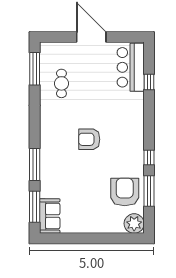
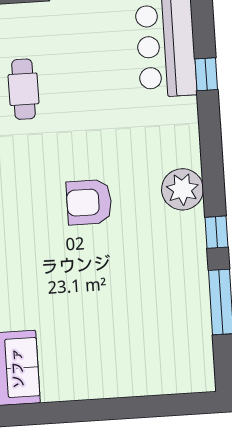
armchair: (125, 192) -> (170, 308), removed
plant: (134, 224) -> (182, 189), moved

